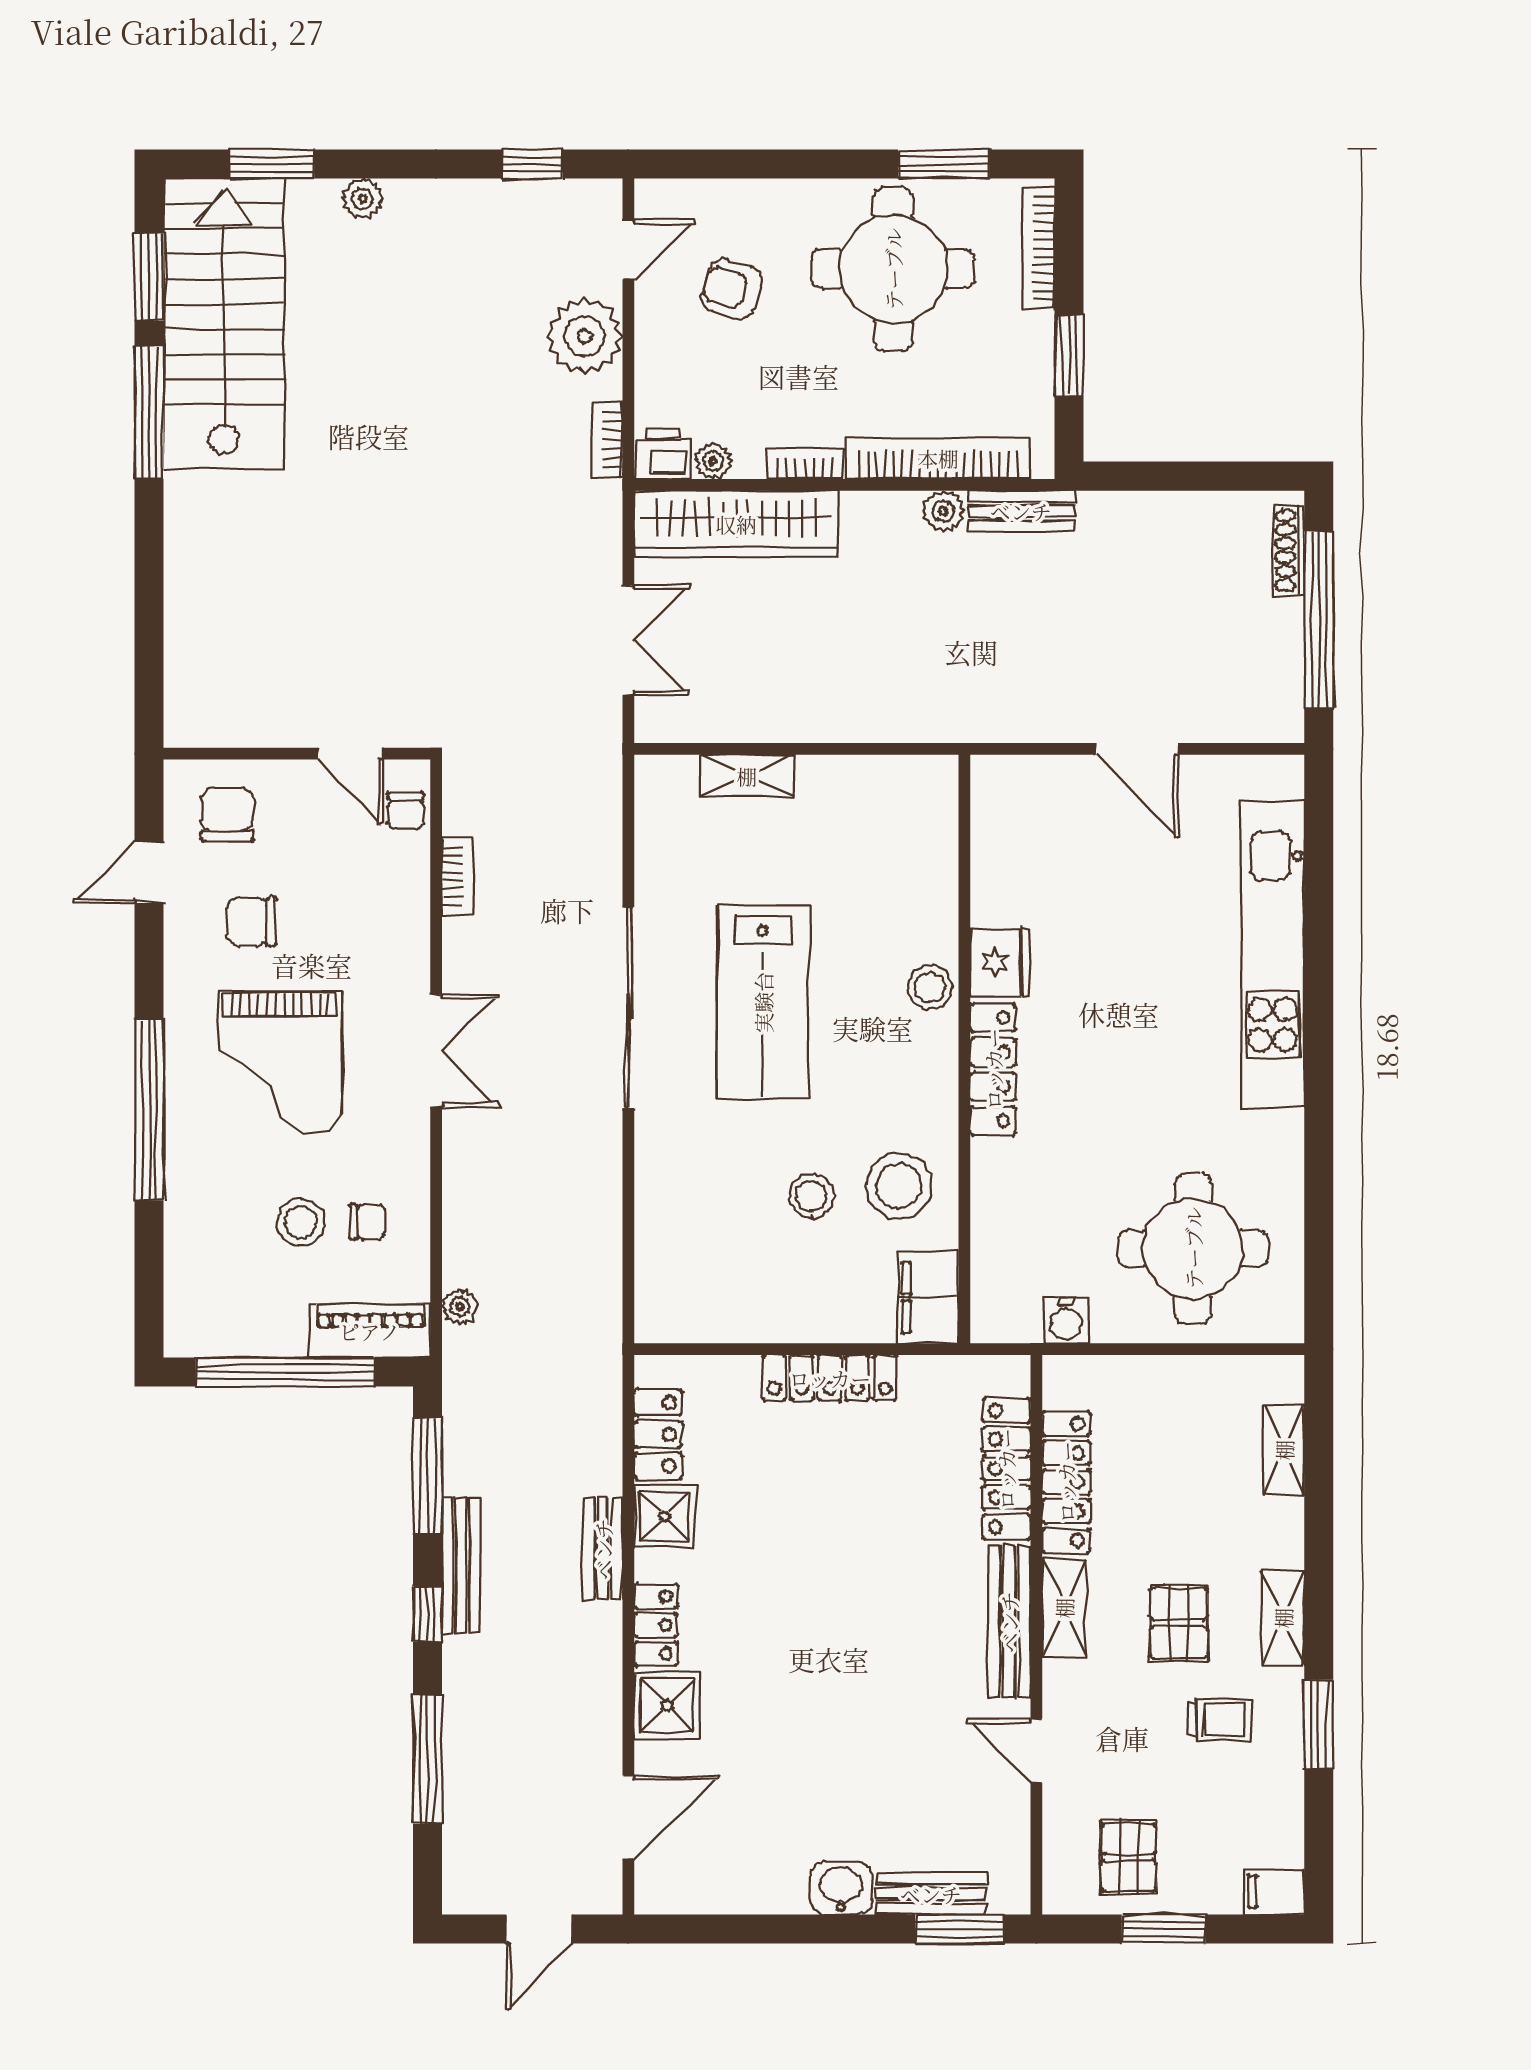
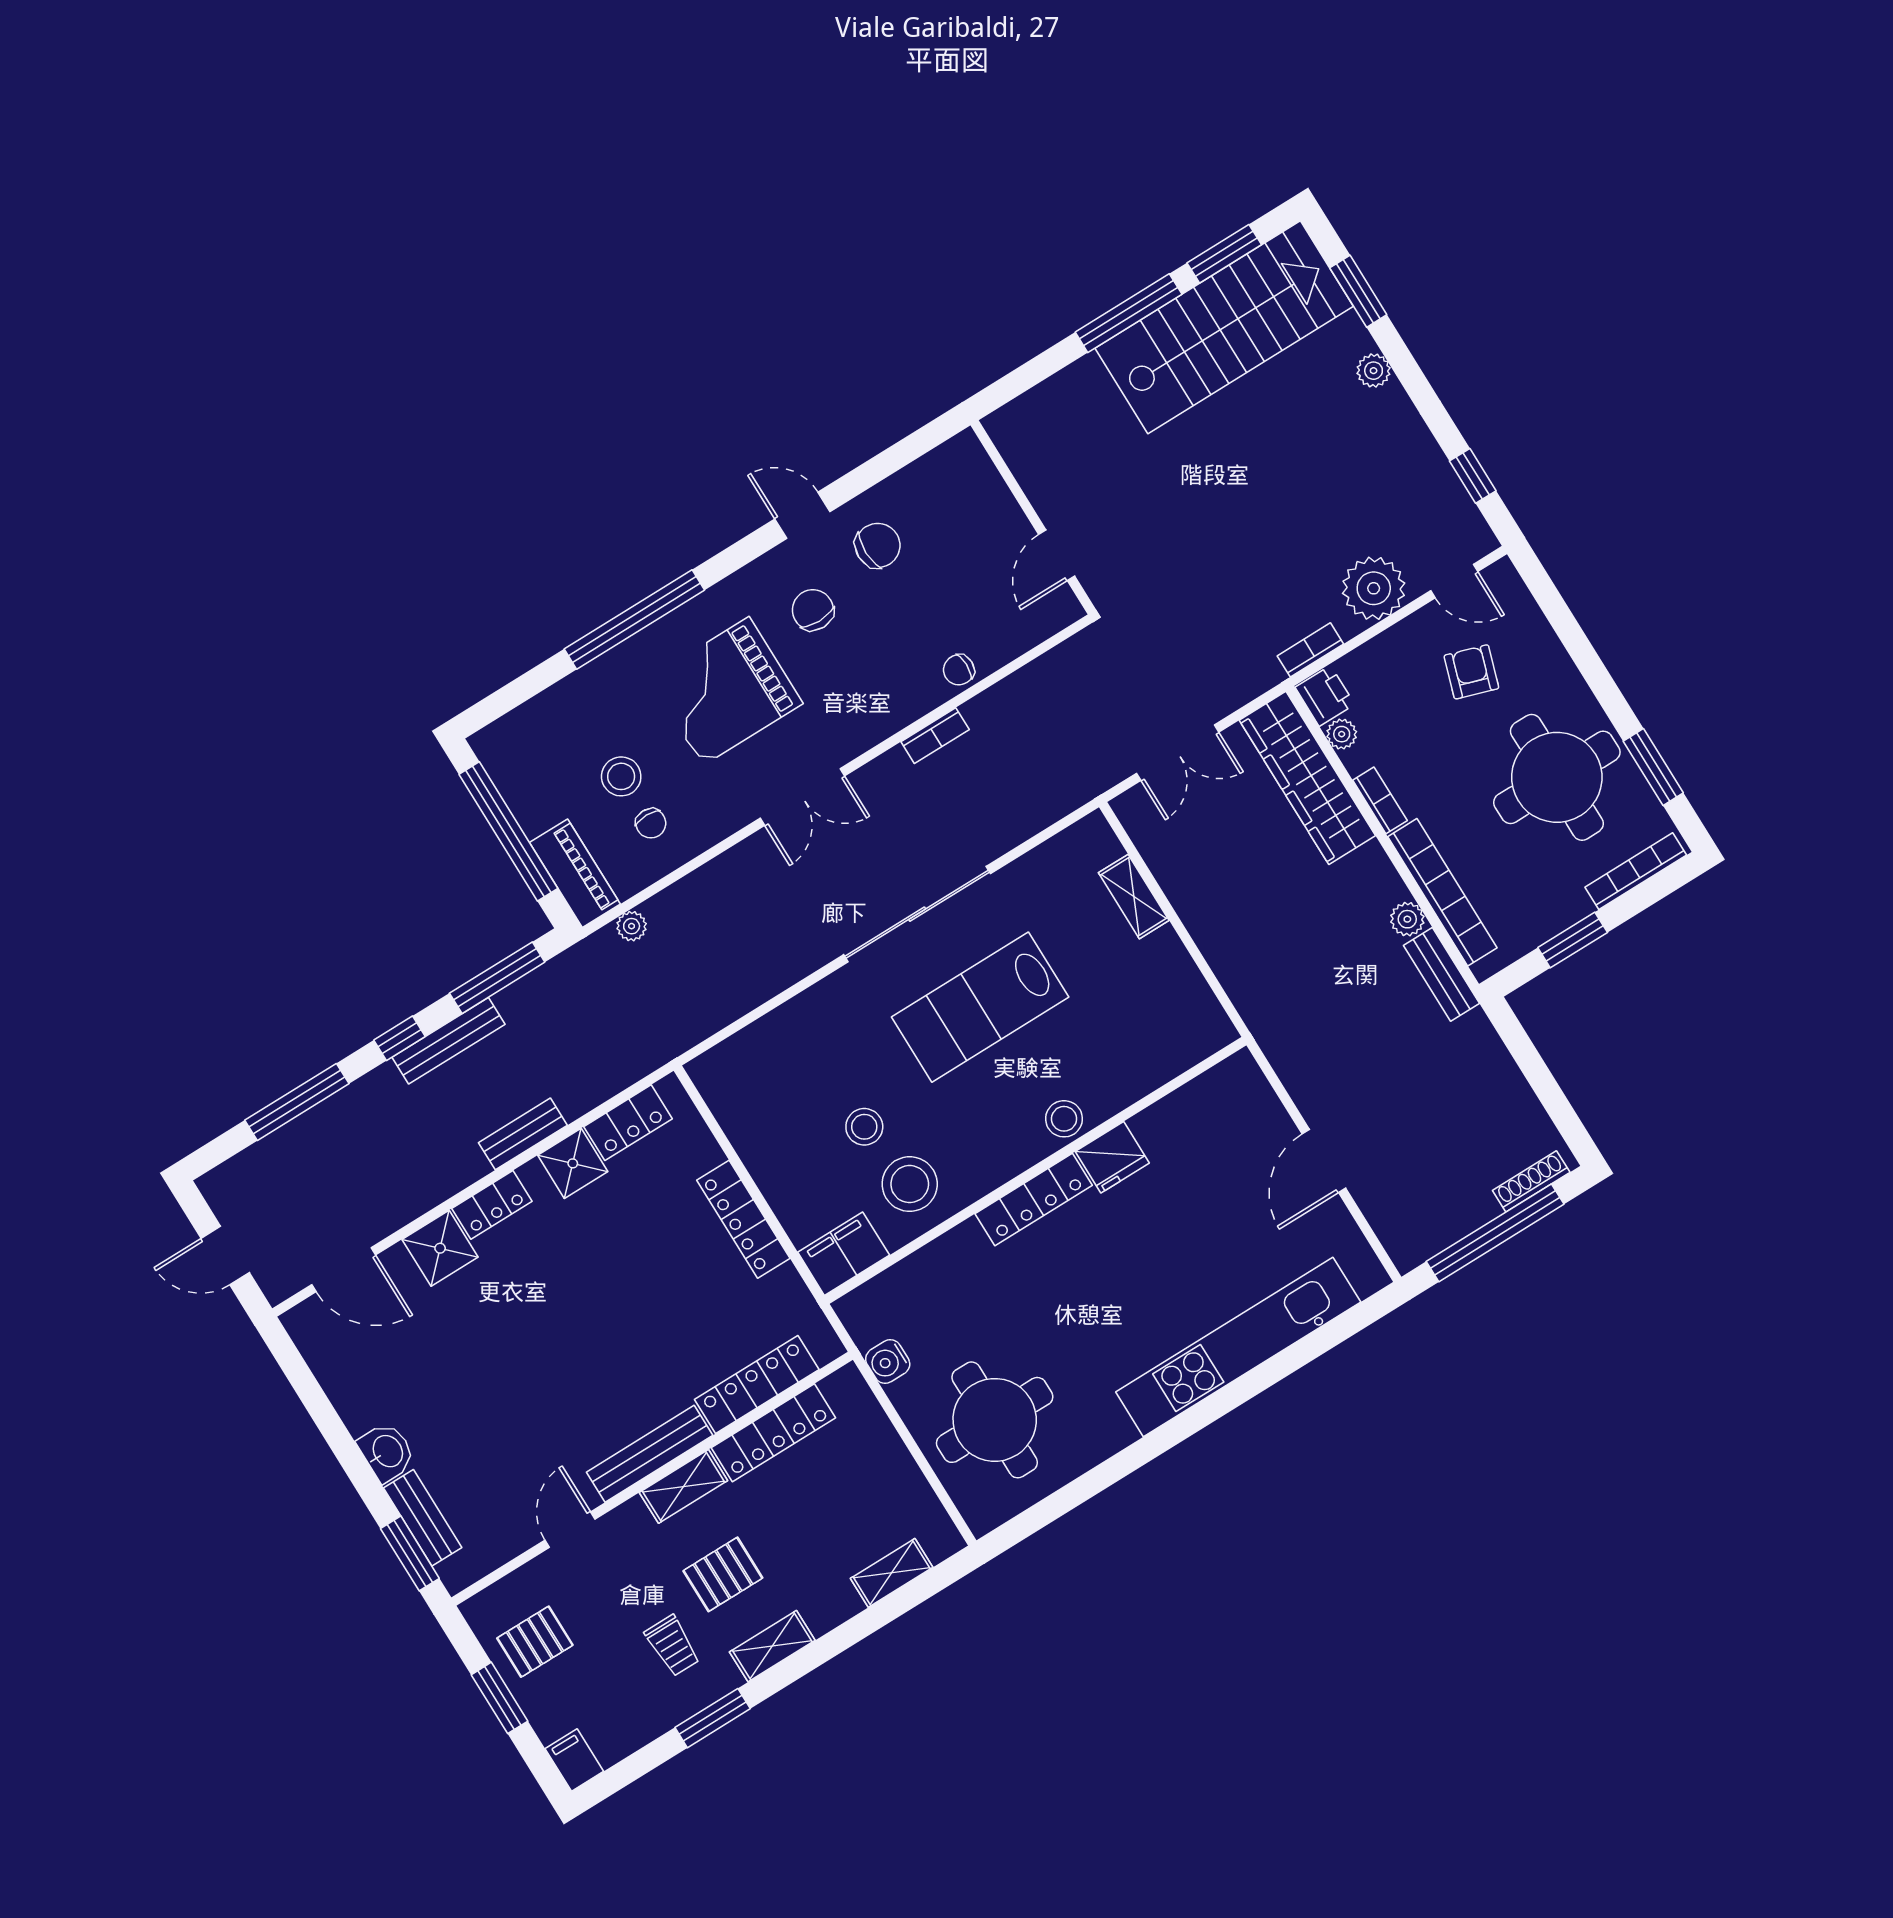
wall: (297, 754) -> (1033, 517), moved
door: (350, 754) -> (1057, 555), moved

